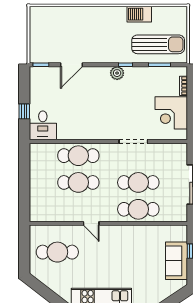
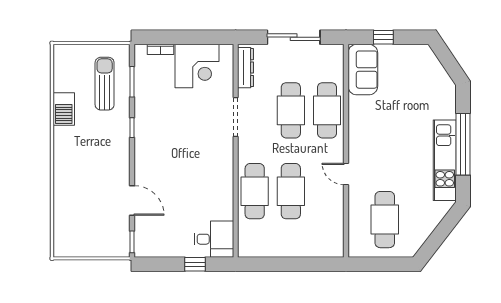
sun lounger: (158, 44) -> (105, 84), width x0.73, depth x0.75
plant: (117, 73) -> (143, 139), removed
dresser: (170, 149) -> (246, 68), added
door: (91, 223) -> (346, 174), swing flipped
sofa: (177, 261) -> (363, 70), moved, turned -90

